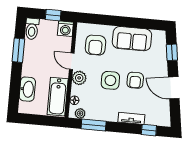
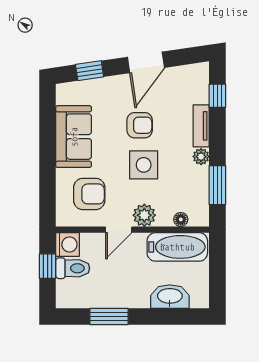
toilet: (32, 29) -> (73, 268), moved
plant: (80, 113) -> (201, 157), moved

